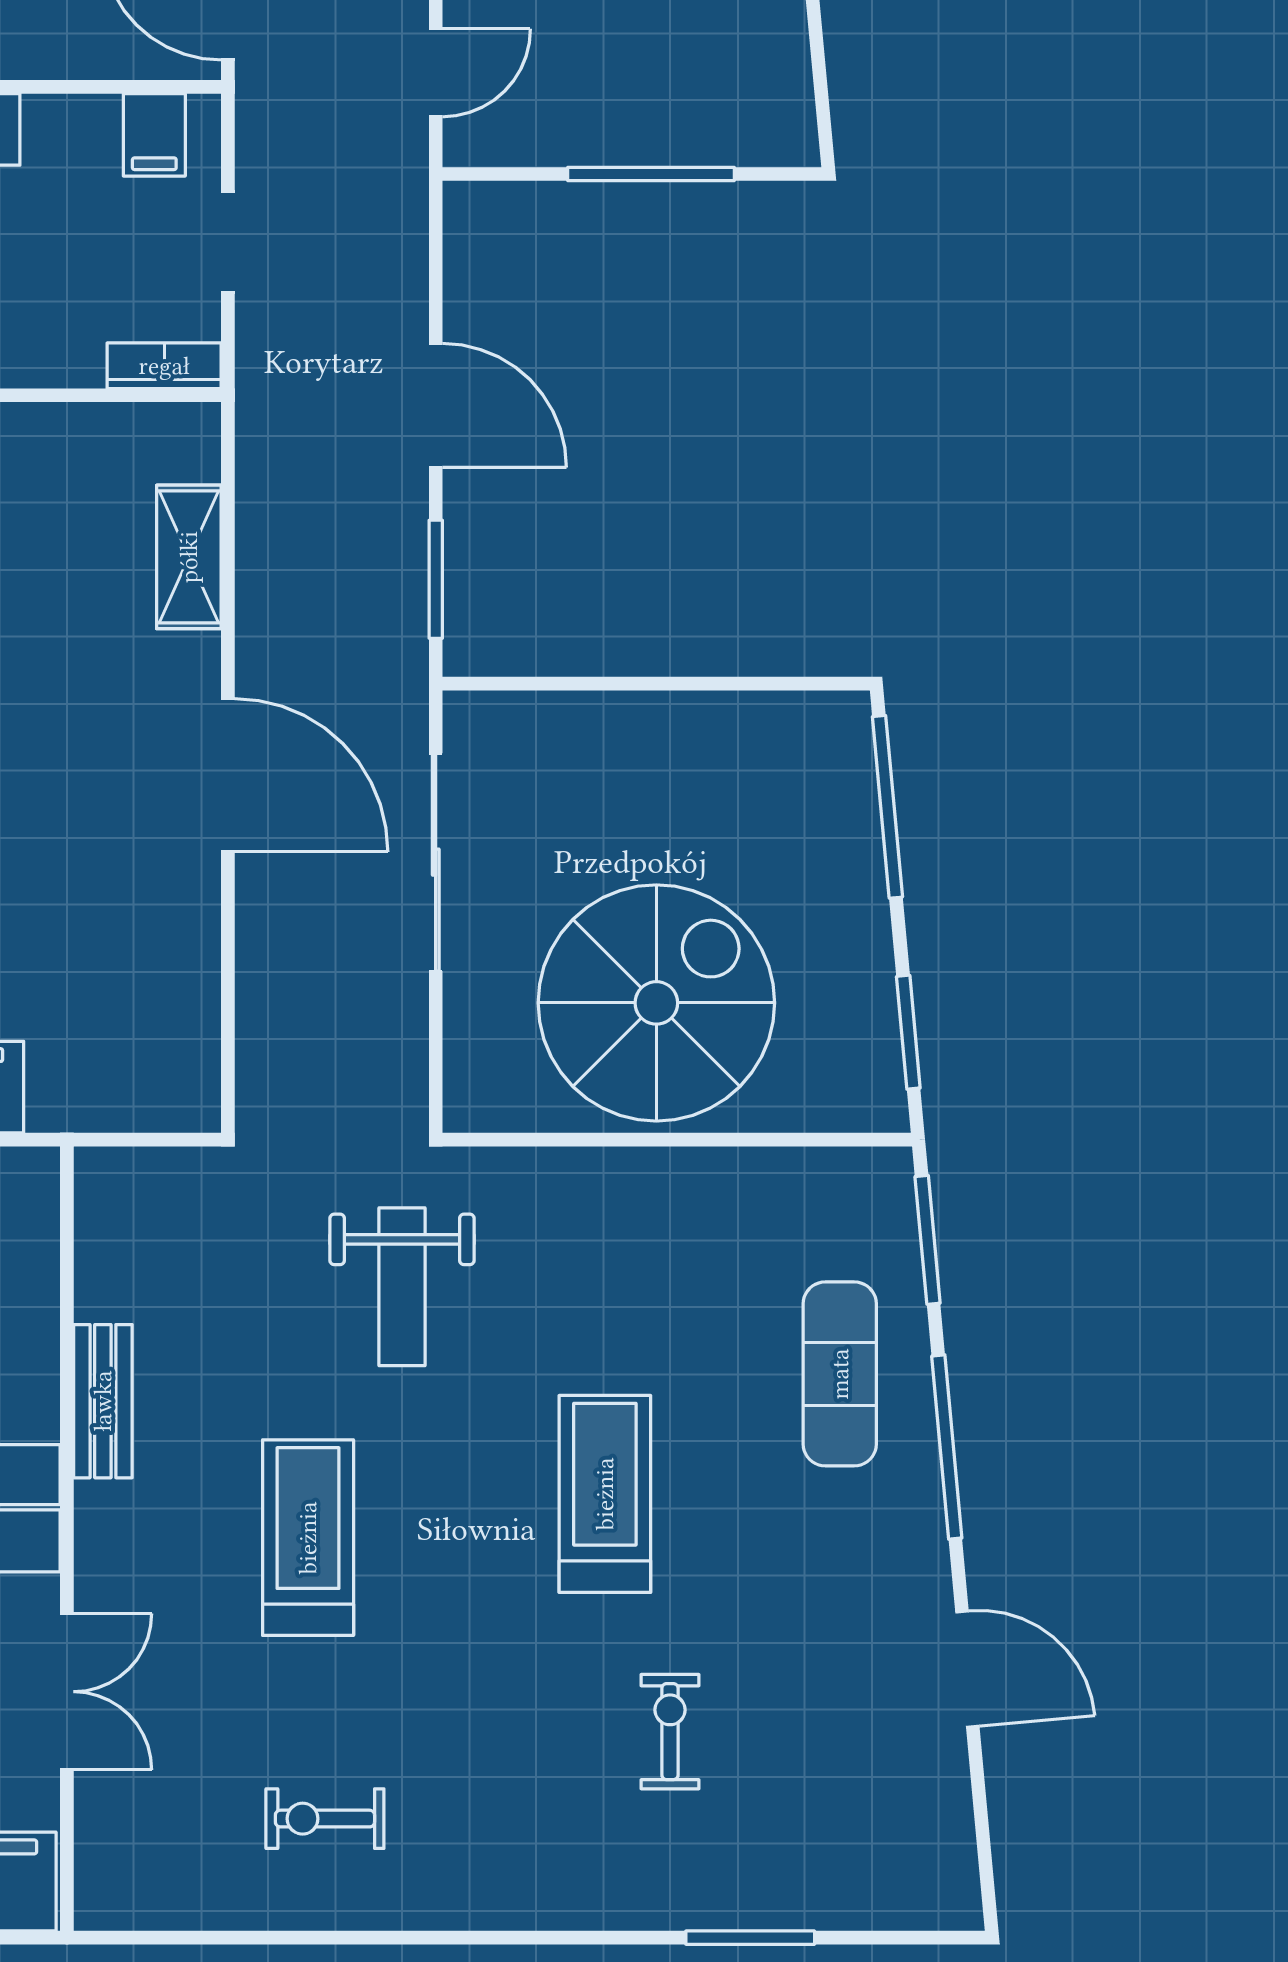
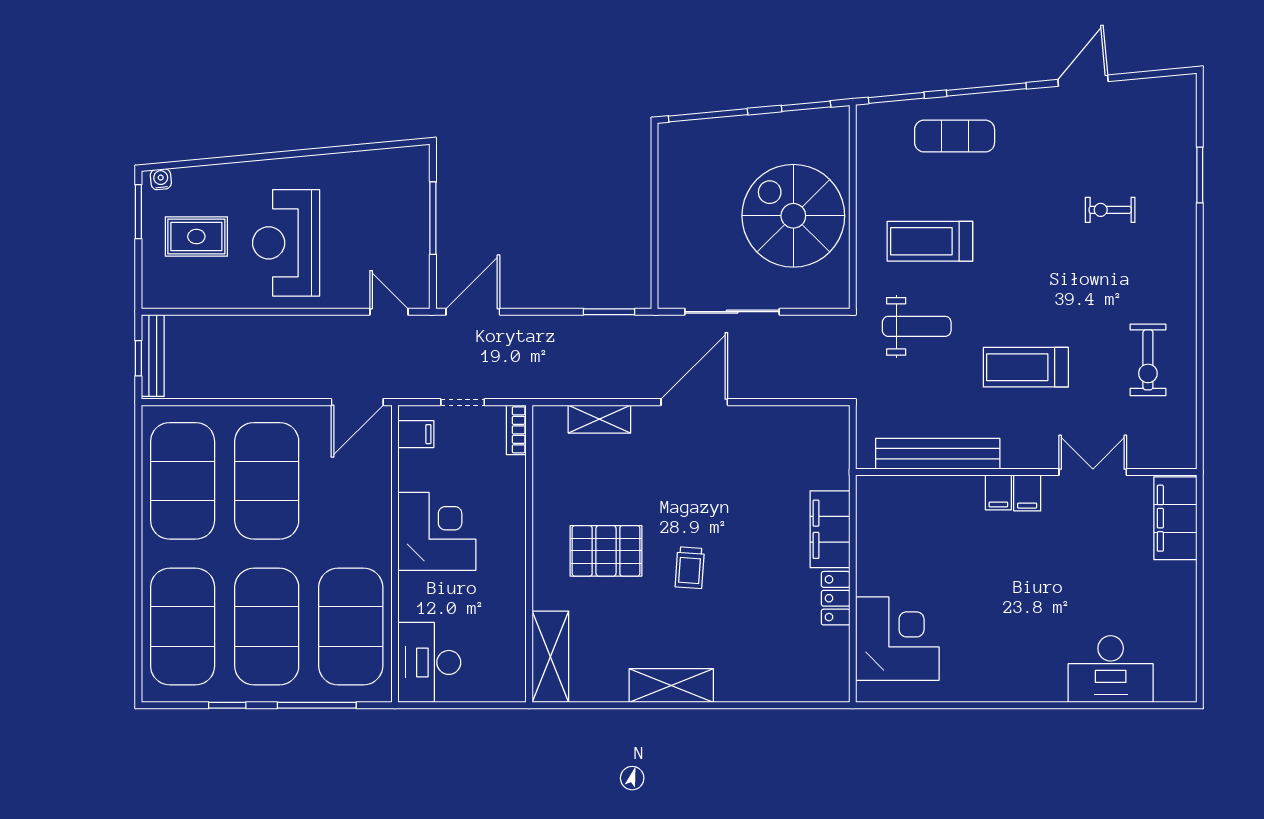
door: (436, 405) -> (473, 312), moved
bench: (103, 1401) -> (938, 454), width x1.86, depth x1.21
treadmill: (605, 1494) -> (930, 241), moved
exercise bike: (325, 1819) -> (1148, 360), width x1.38, depth x1.39

